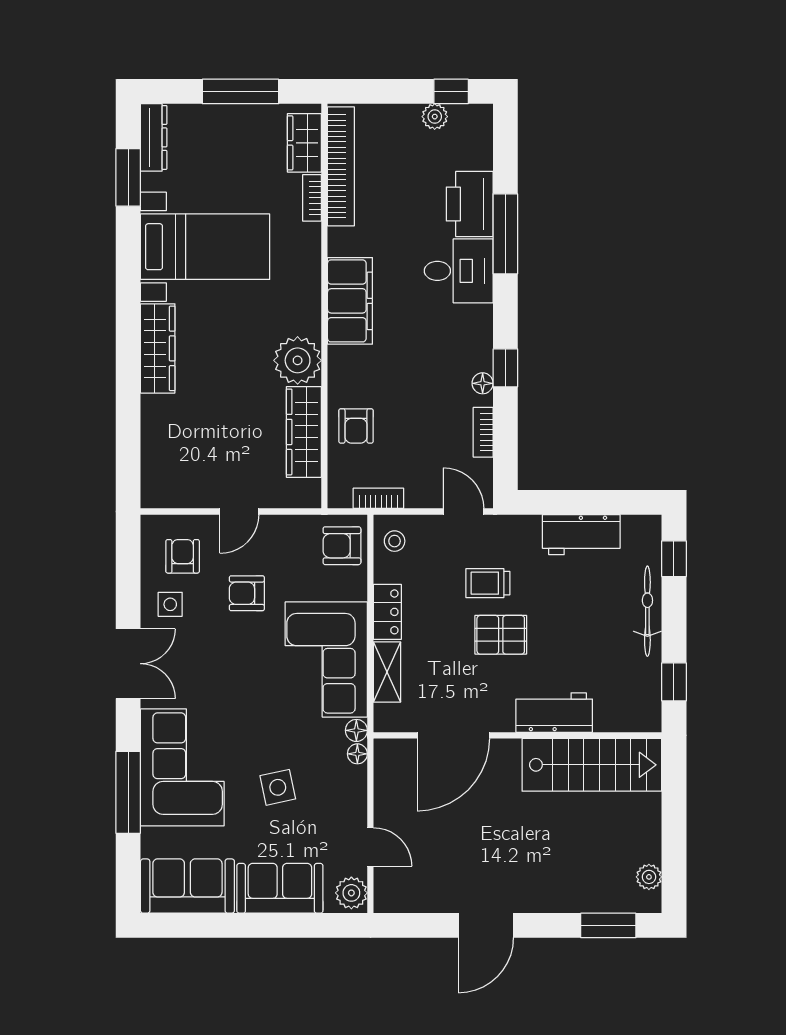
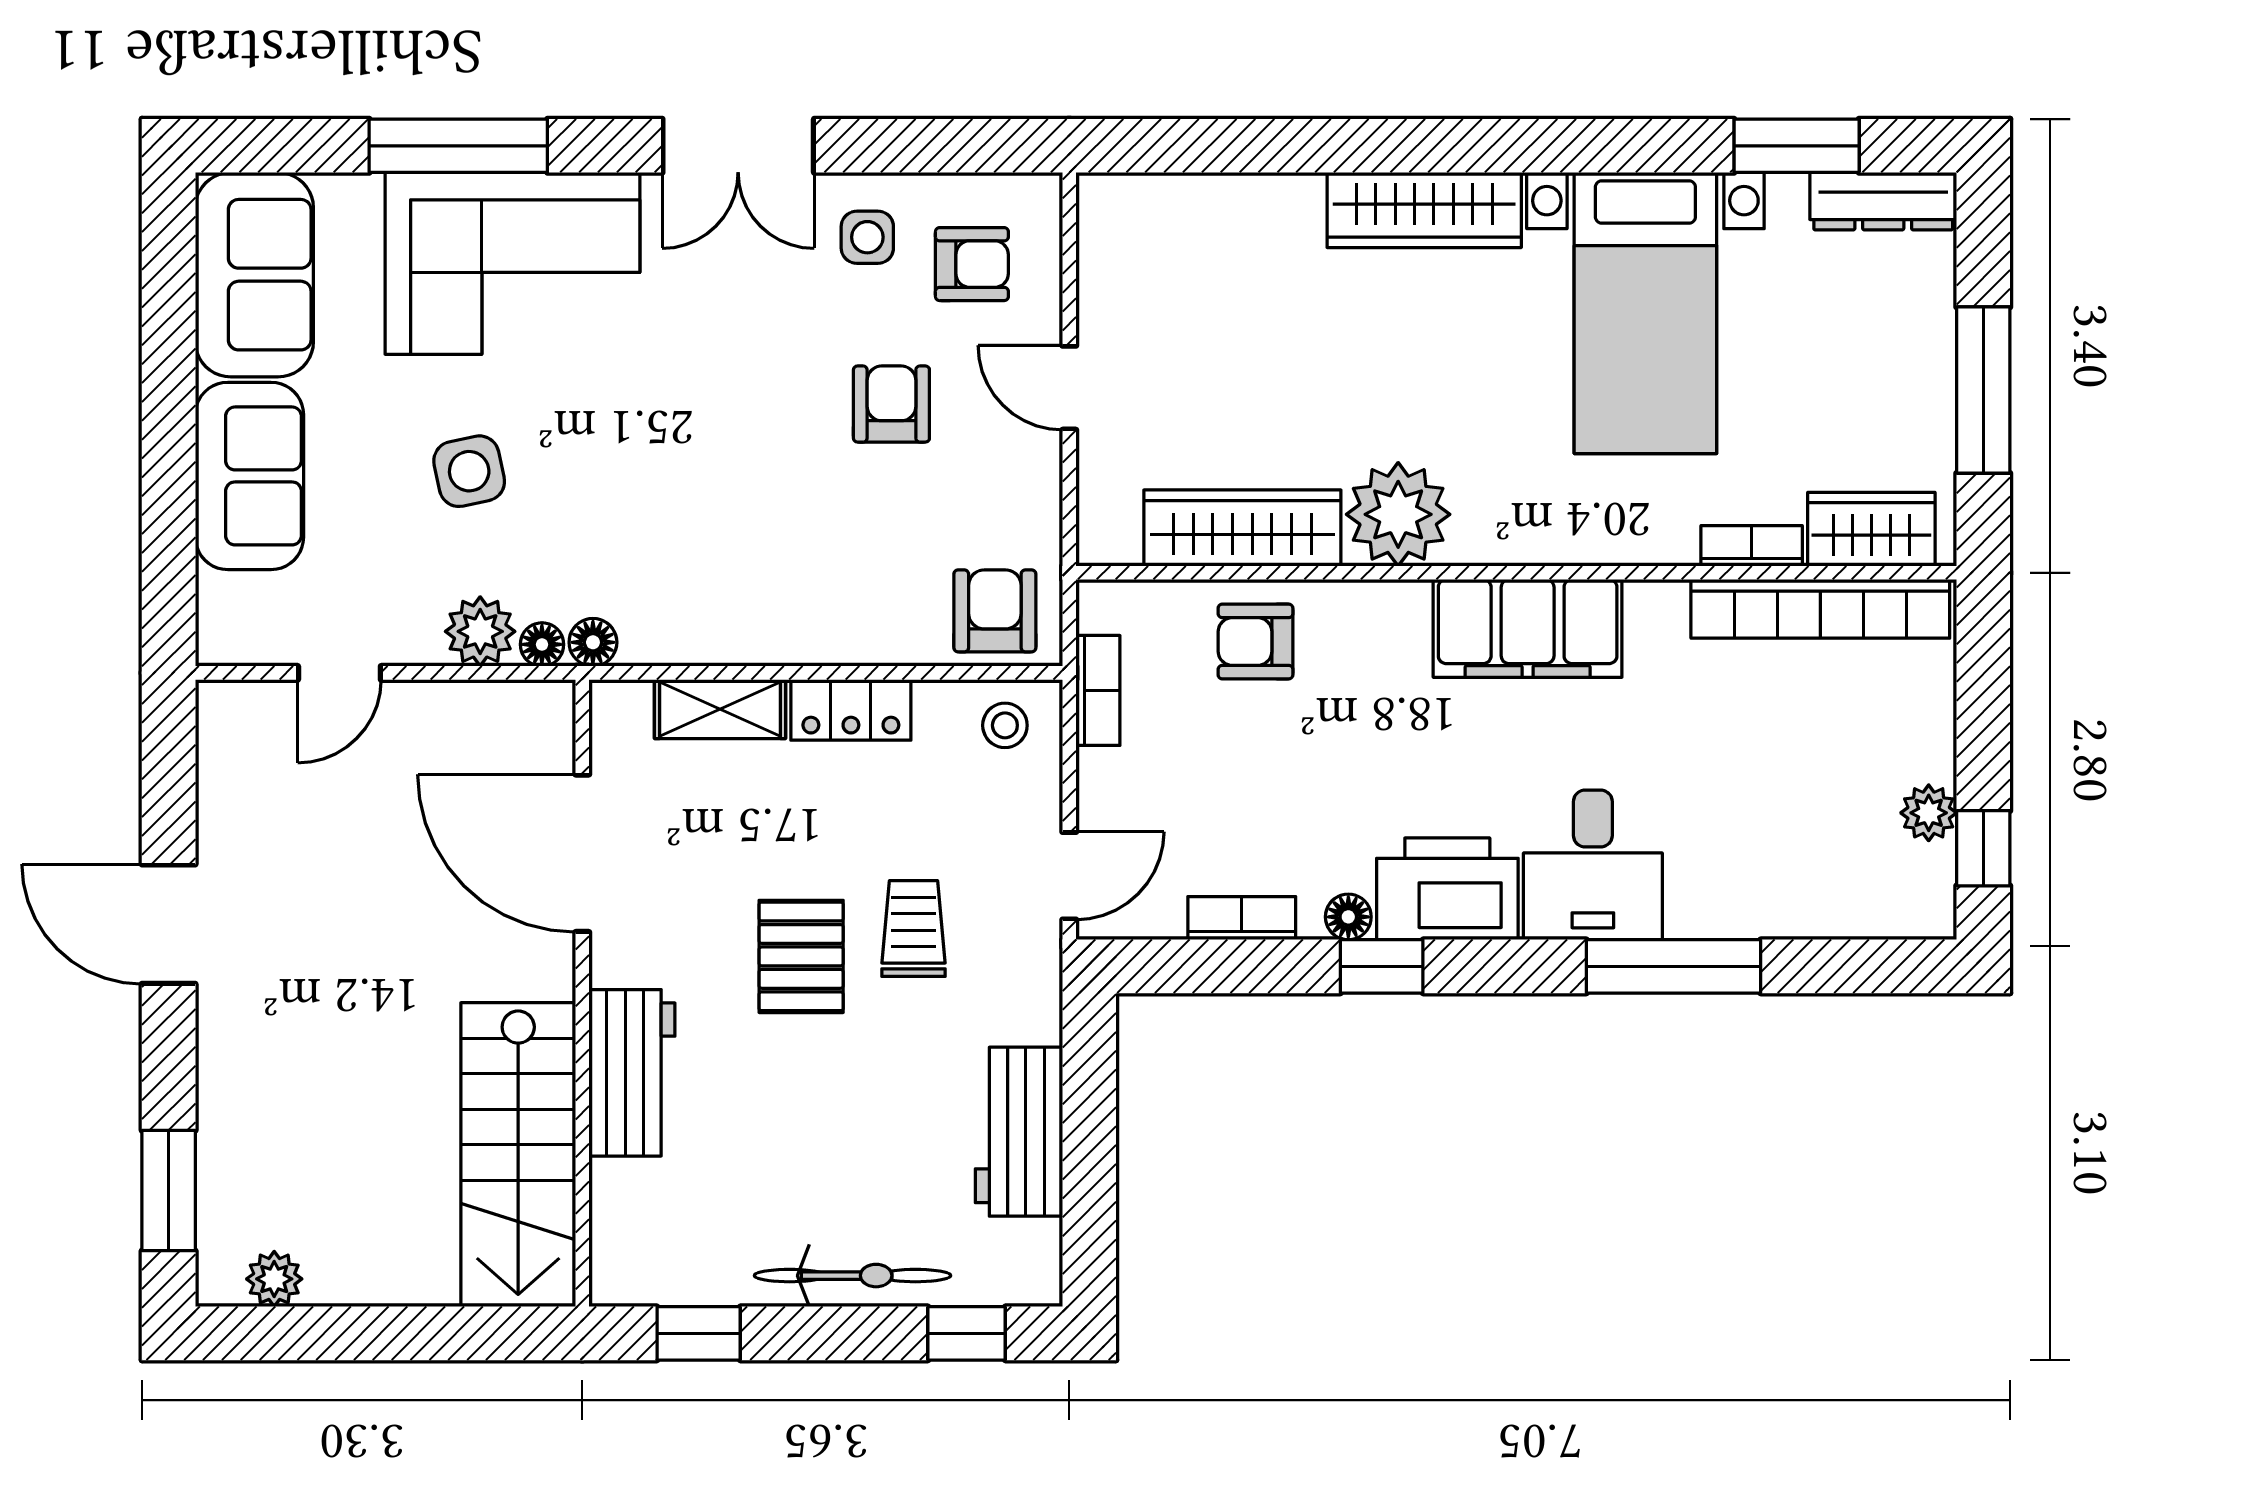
printer: (470, 204) -> (1447, 889), moved
corner sofa: (326, 659) -> (747, 577), removed
plant: (351, 893) -> (480, 631), moved

